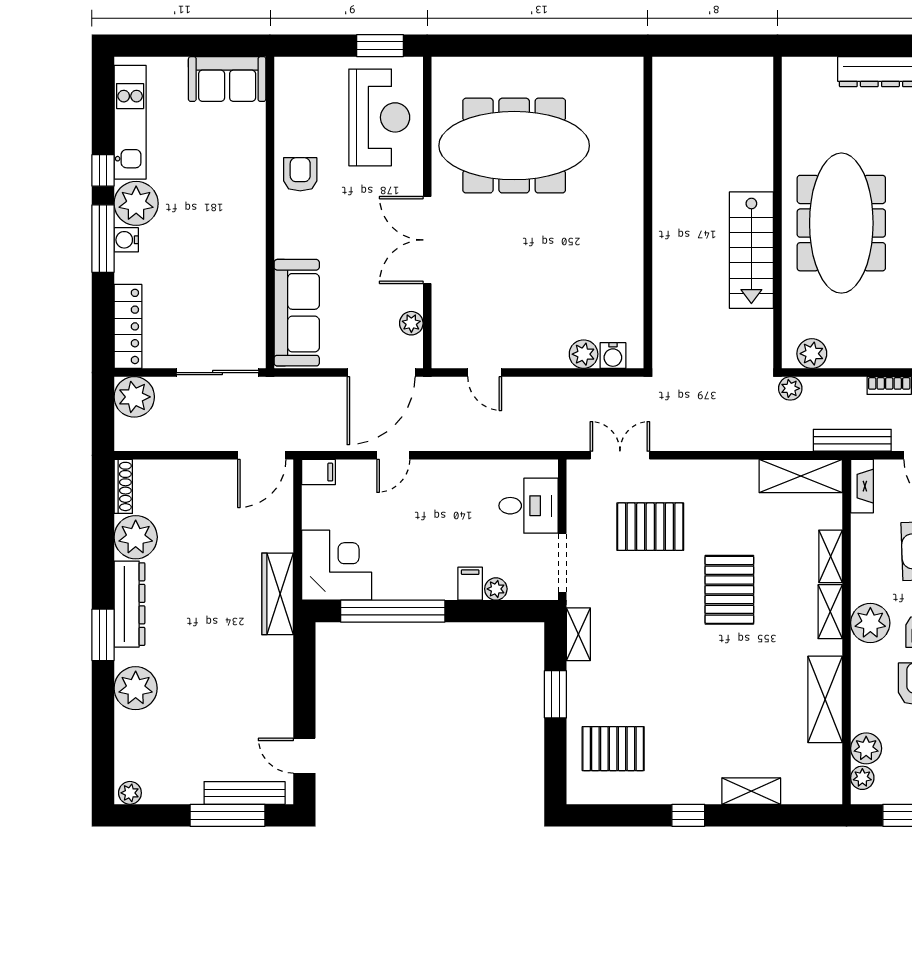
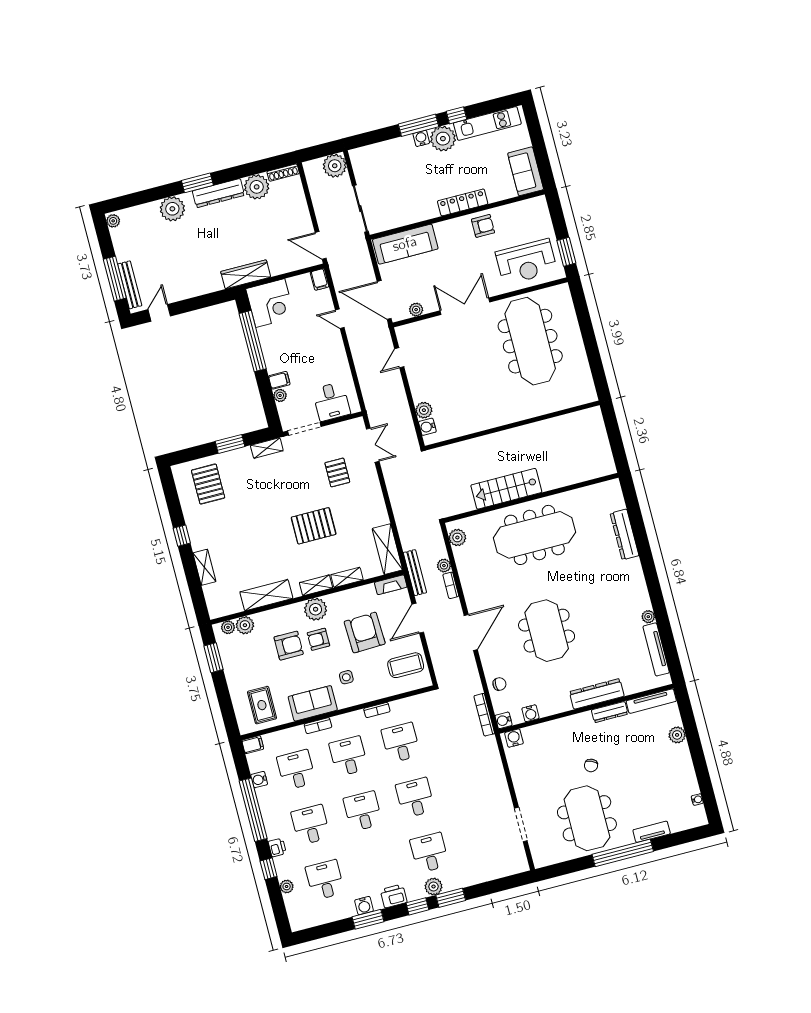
locker: (128, 326) -> (463, 202), moved, turned 180
plant: (790, 388) -> (444, 566), moved
pallet: (650, 527) -> (337, 472), width x0.67, depth x0.71

